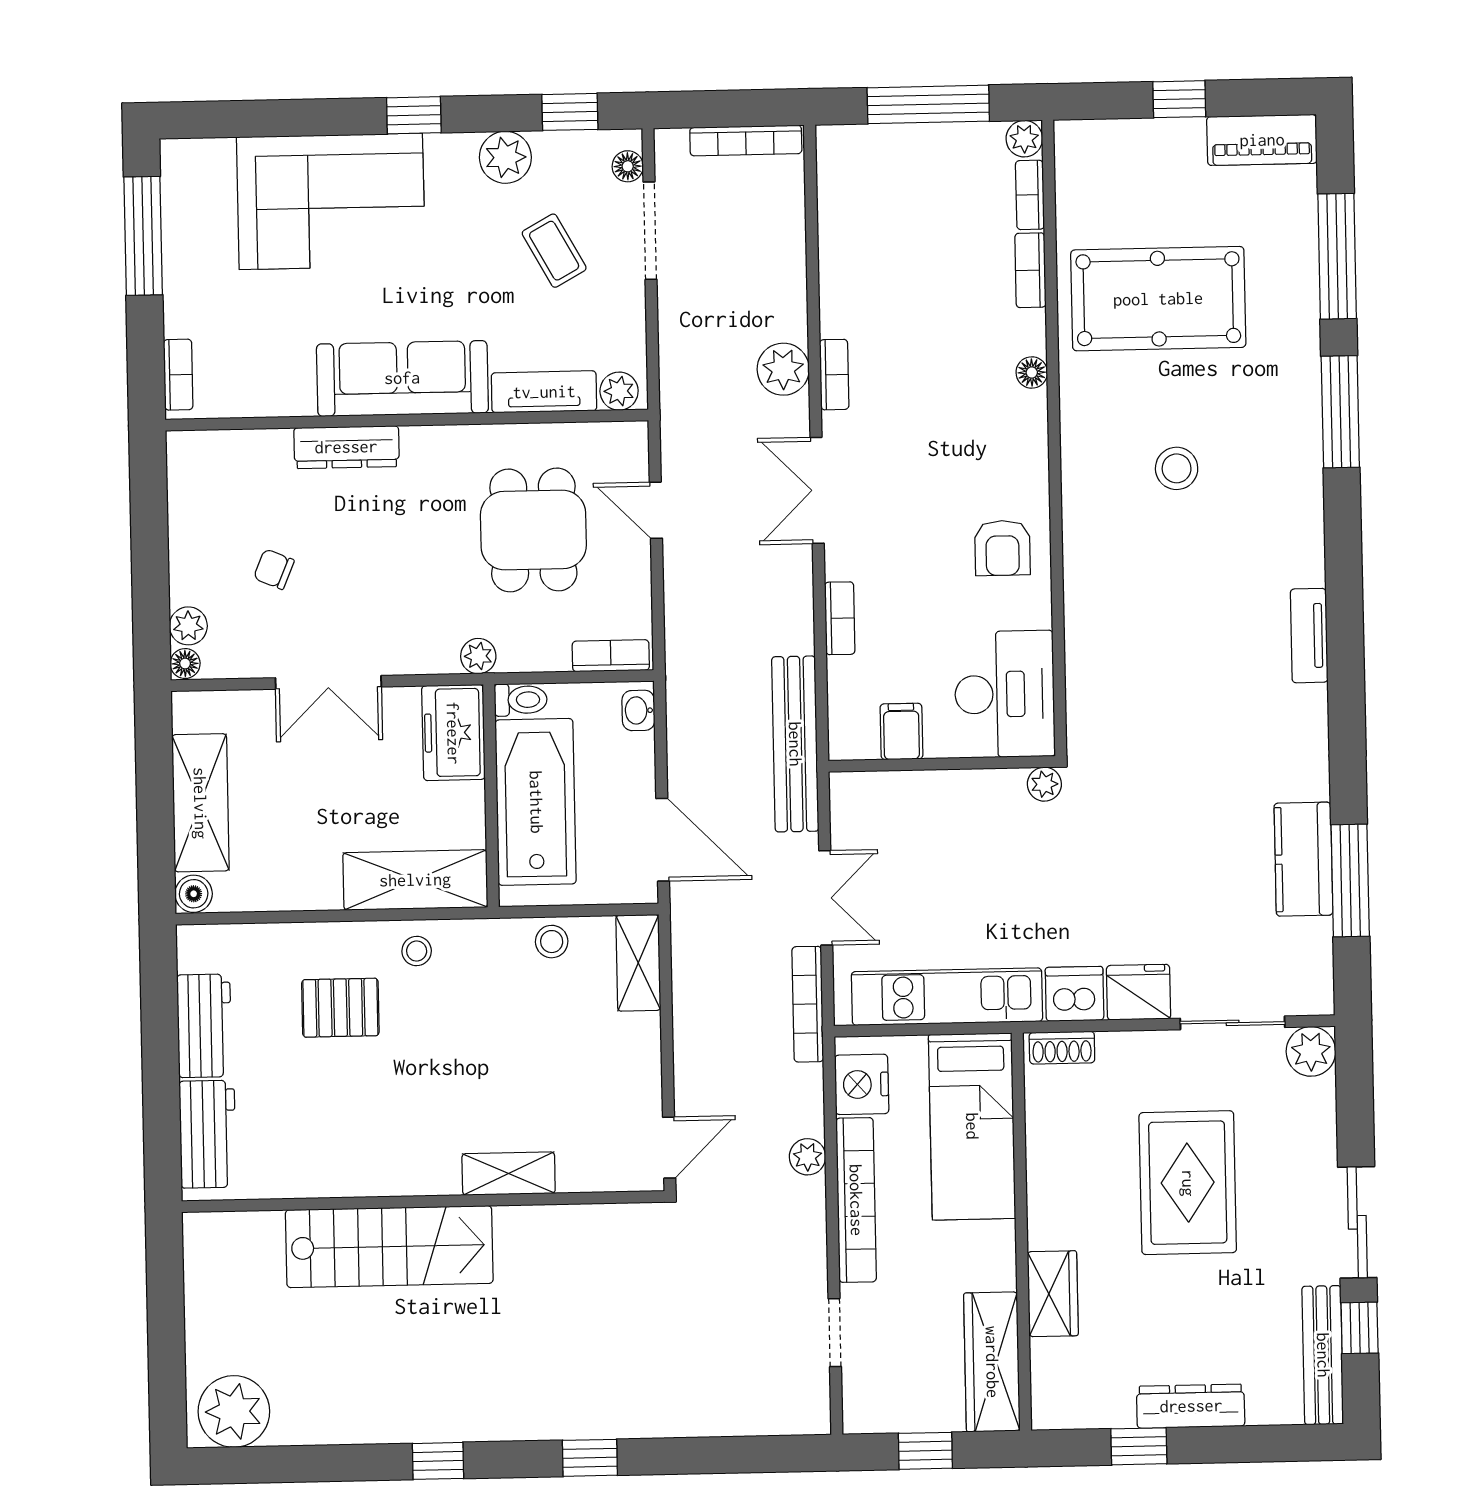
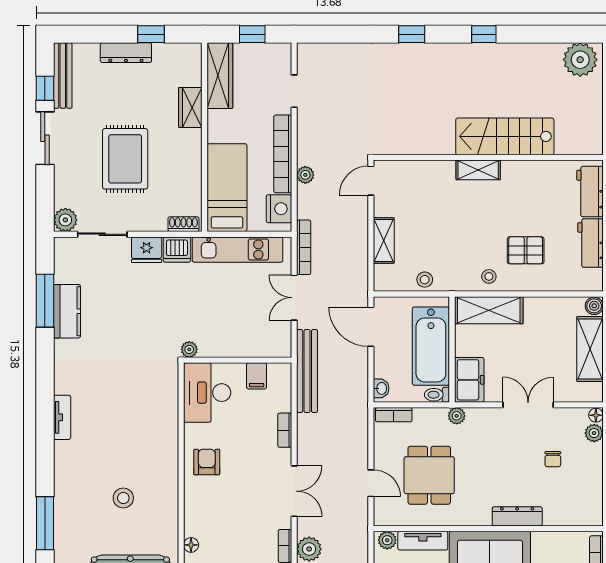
chair: (274, 569) -> (553, 459), turned 67
shelving: (638, 963) -> (384, 241), moved
shelving: (509, 1174) -> (478, 170), moved

